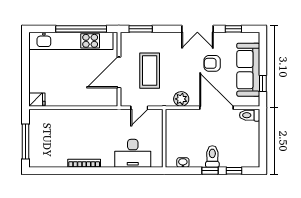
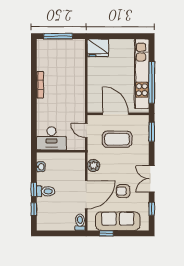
armchair: (212, 63) -> (123, 191), turned -90
fridge: (37, 100) -> (98, 48), width x1.88, depth x1.34
desk: (133, 153) -> (51, 138), moved, turned -90

